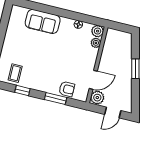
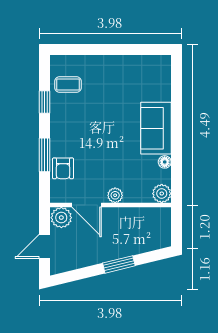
sofa: (43, 21) -> (156, 128), moved
plant: (96, 43) -> (115, 195), moved
door: (113, 112) -> (44, 246), hinge flipped

